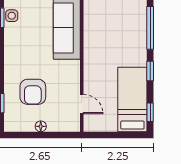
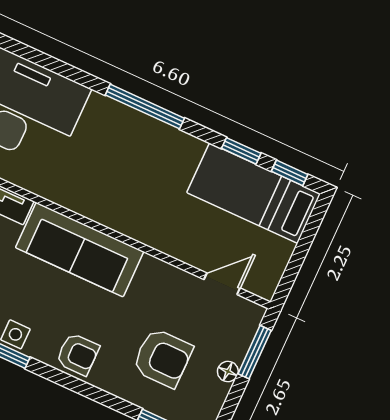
armchair: (16, 50) -> (78, 354), added
window: (150, 71) -> (241, 151), moved
window: (56, 135) -> (255, 352), added

